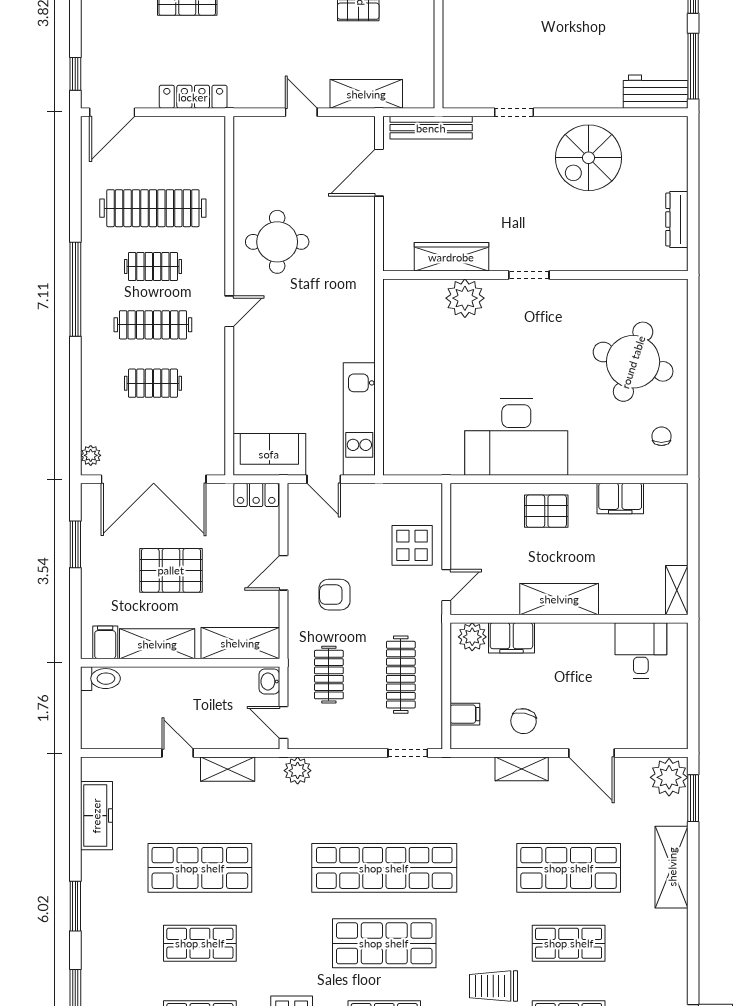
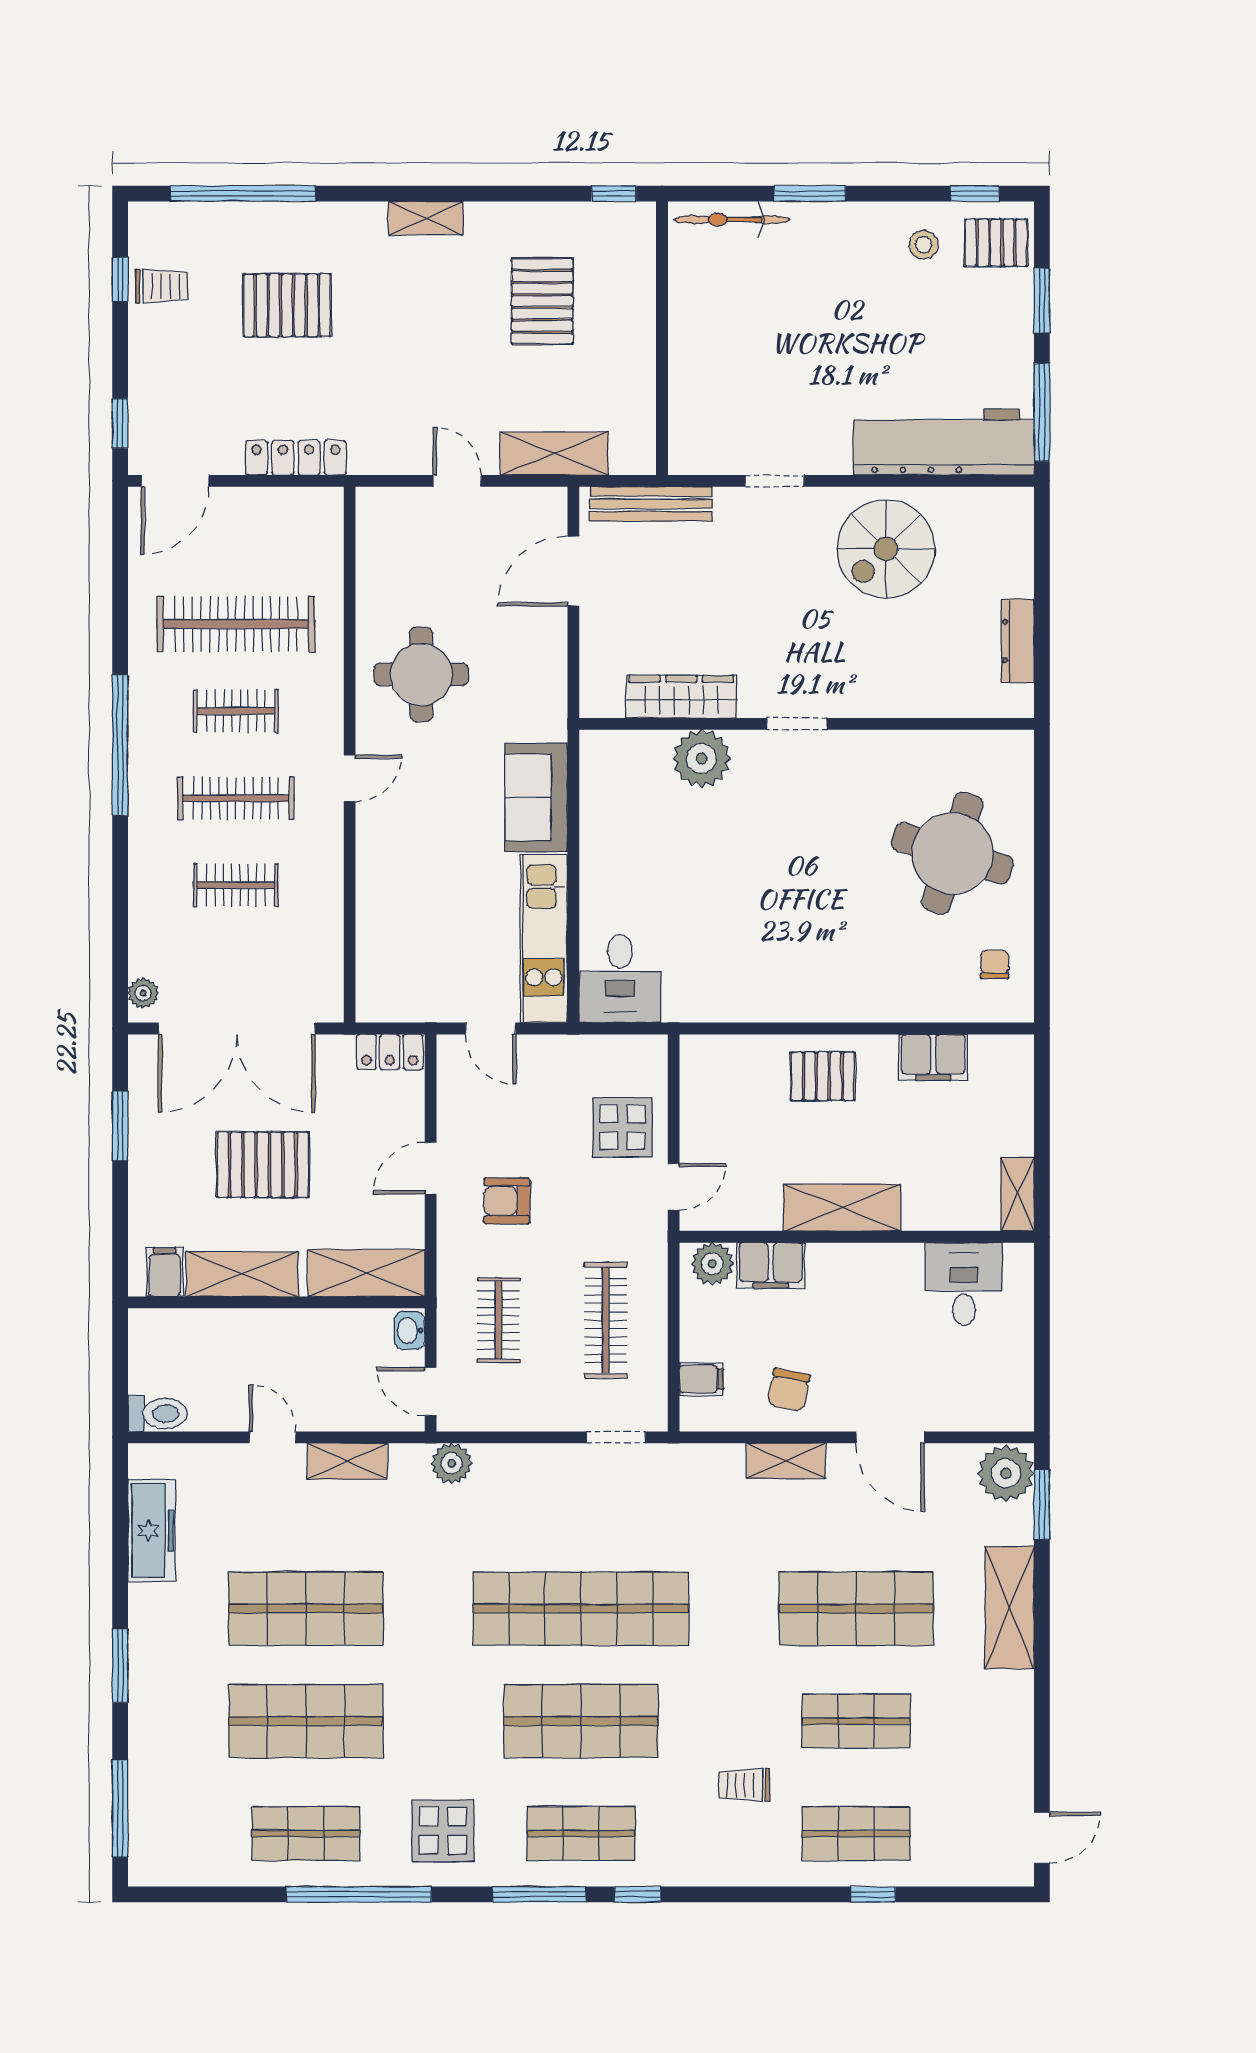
workbench: (656, 92) -> (944, 442), width x1.88, depth x1.32
desk: (516, 437) -> (620, 979), moved, width x0.53, depth x0.77
sofa: (269, 454) -> (536, 797), moved, turned -90
toilet: (100, 679) -> (157, 1414), moved
shop shelf: (200, 943) -> (306, 1721), width x1.43, depth x1.36
trolley: (494, 986) -> (744, 1785), width x0.73, depth x0.72

